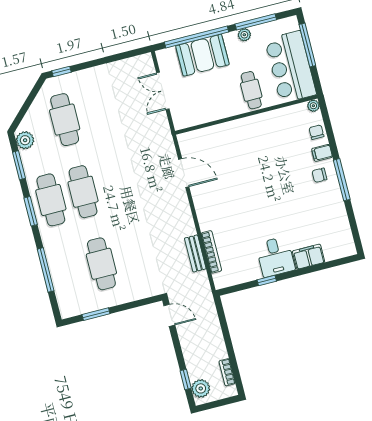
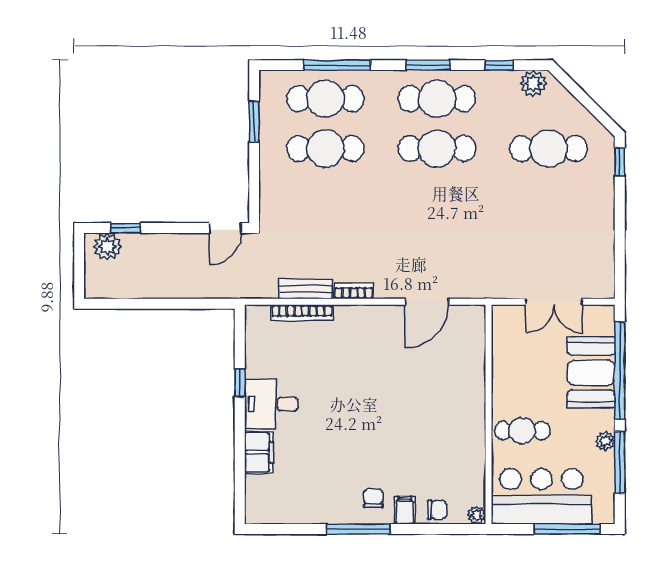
double door: (163, 91) -> (554, 302), swing flipped
window: (19, 165) -> (499, 65), width x0.67
cafe table: (69, 272) -> (325, 99), added
bookcase: (227, 372) -> (354, 291), moved

